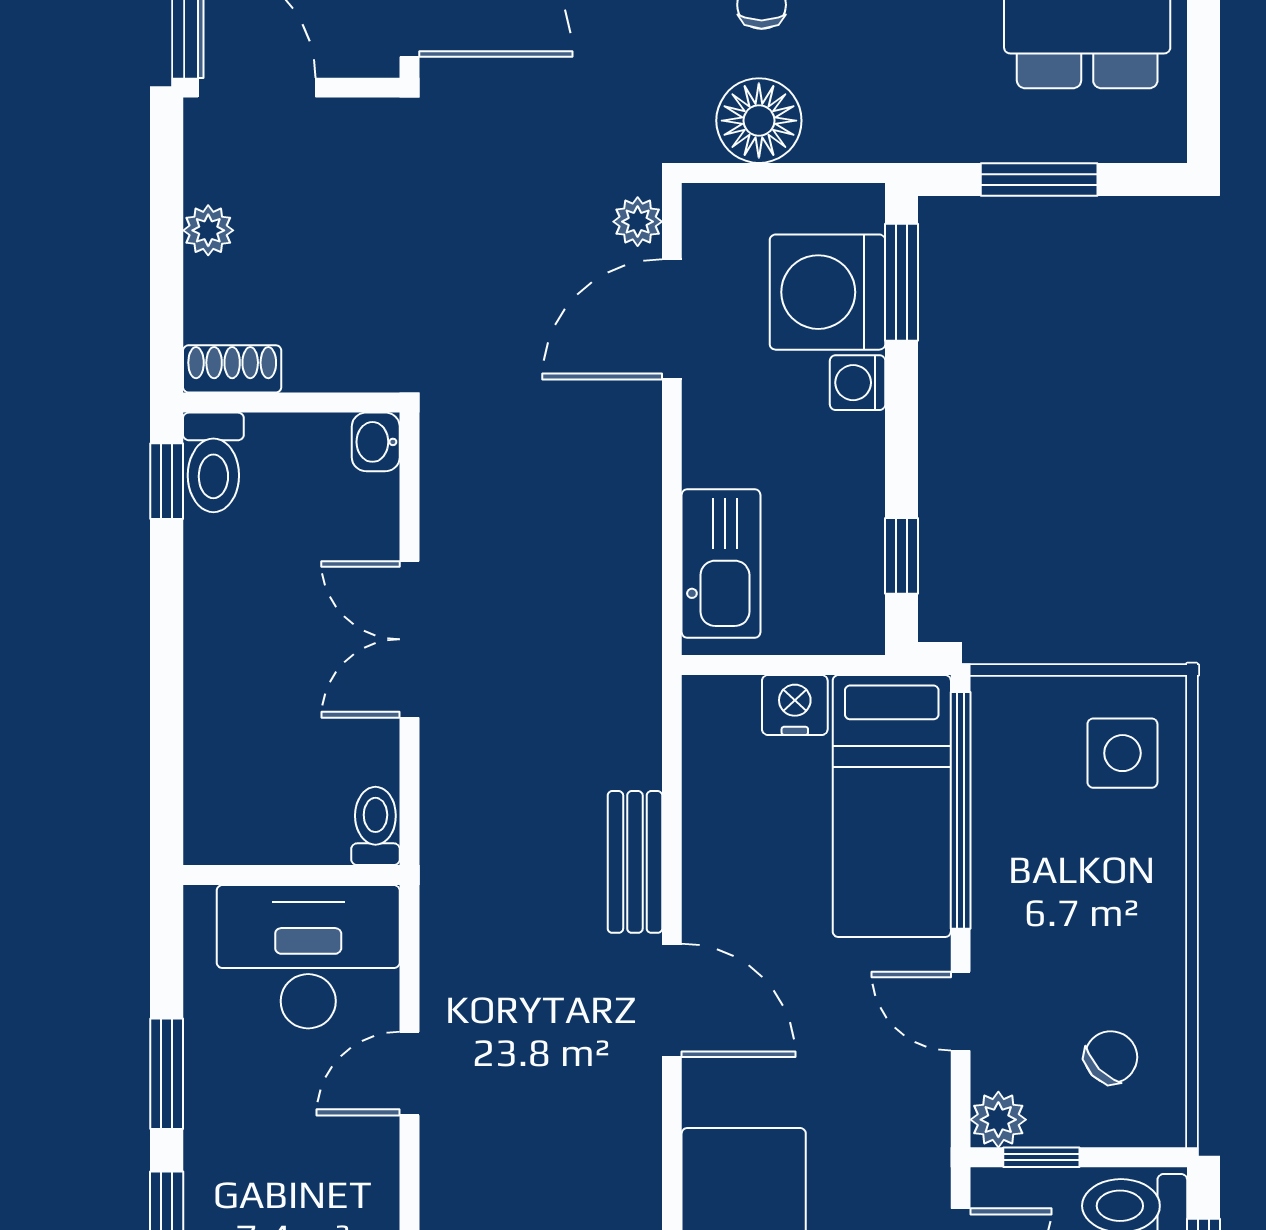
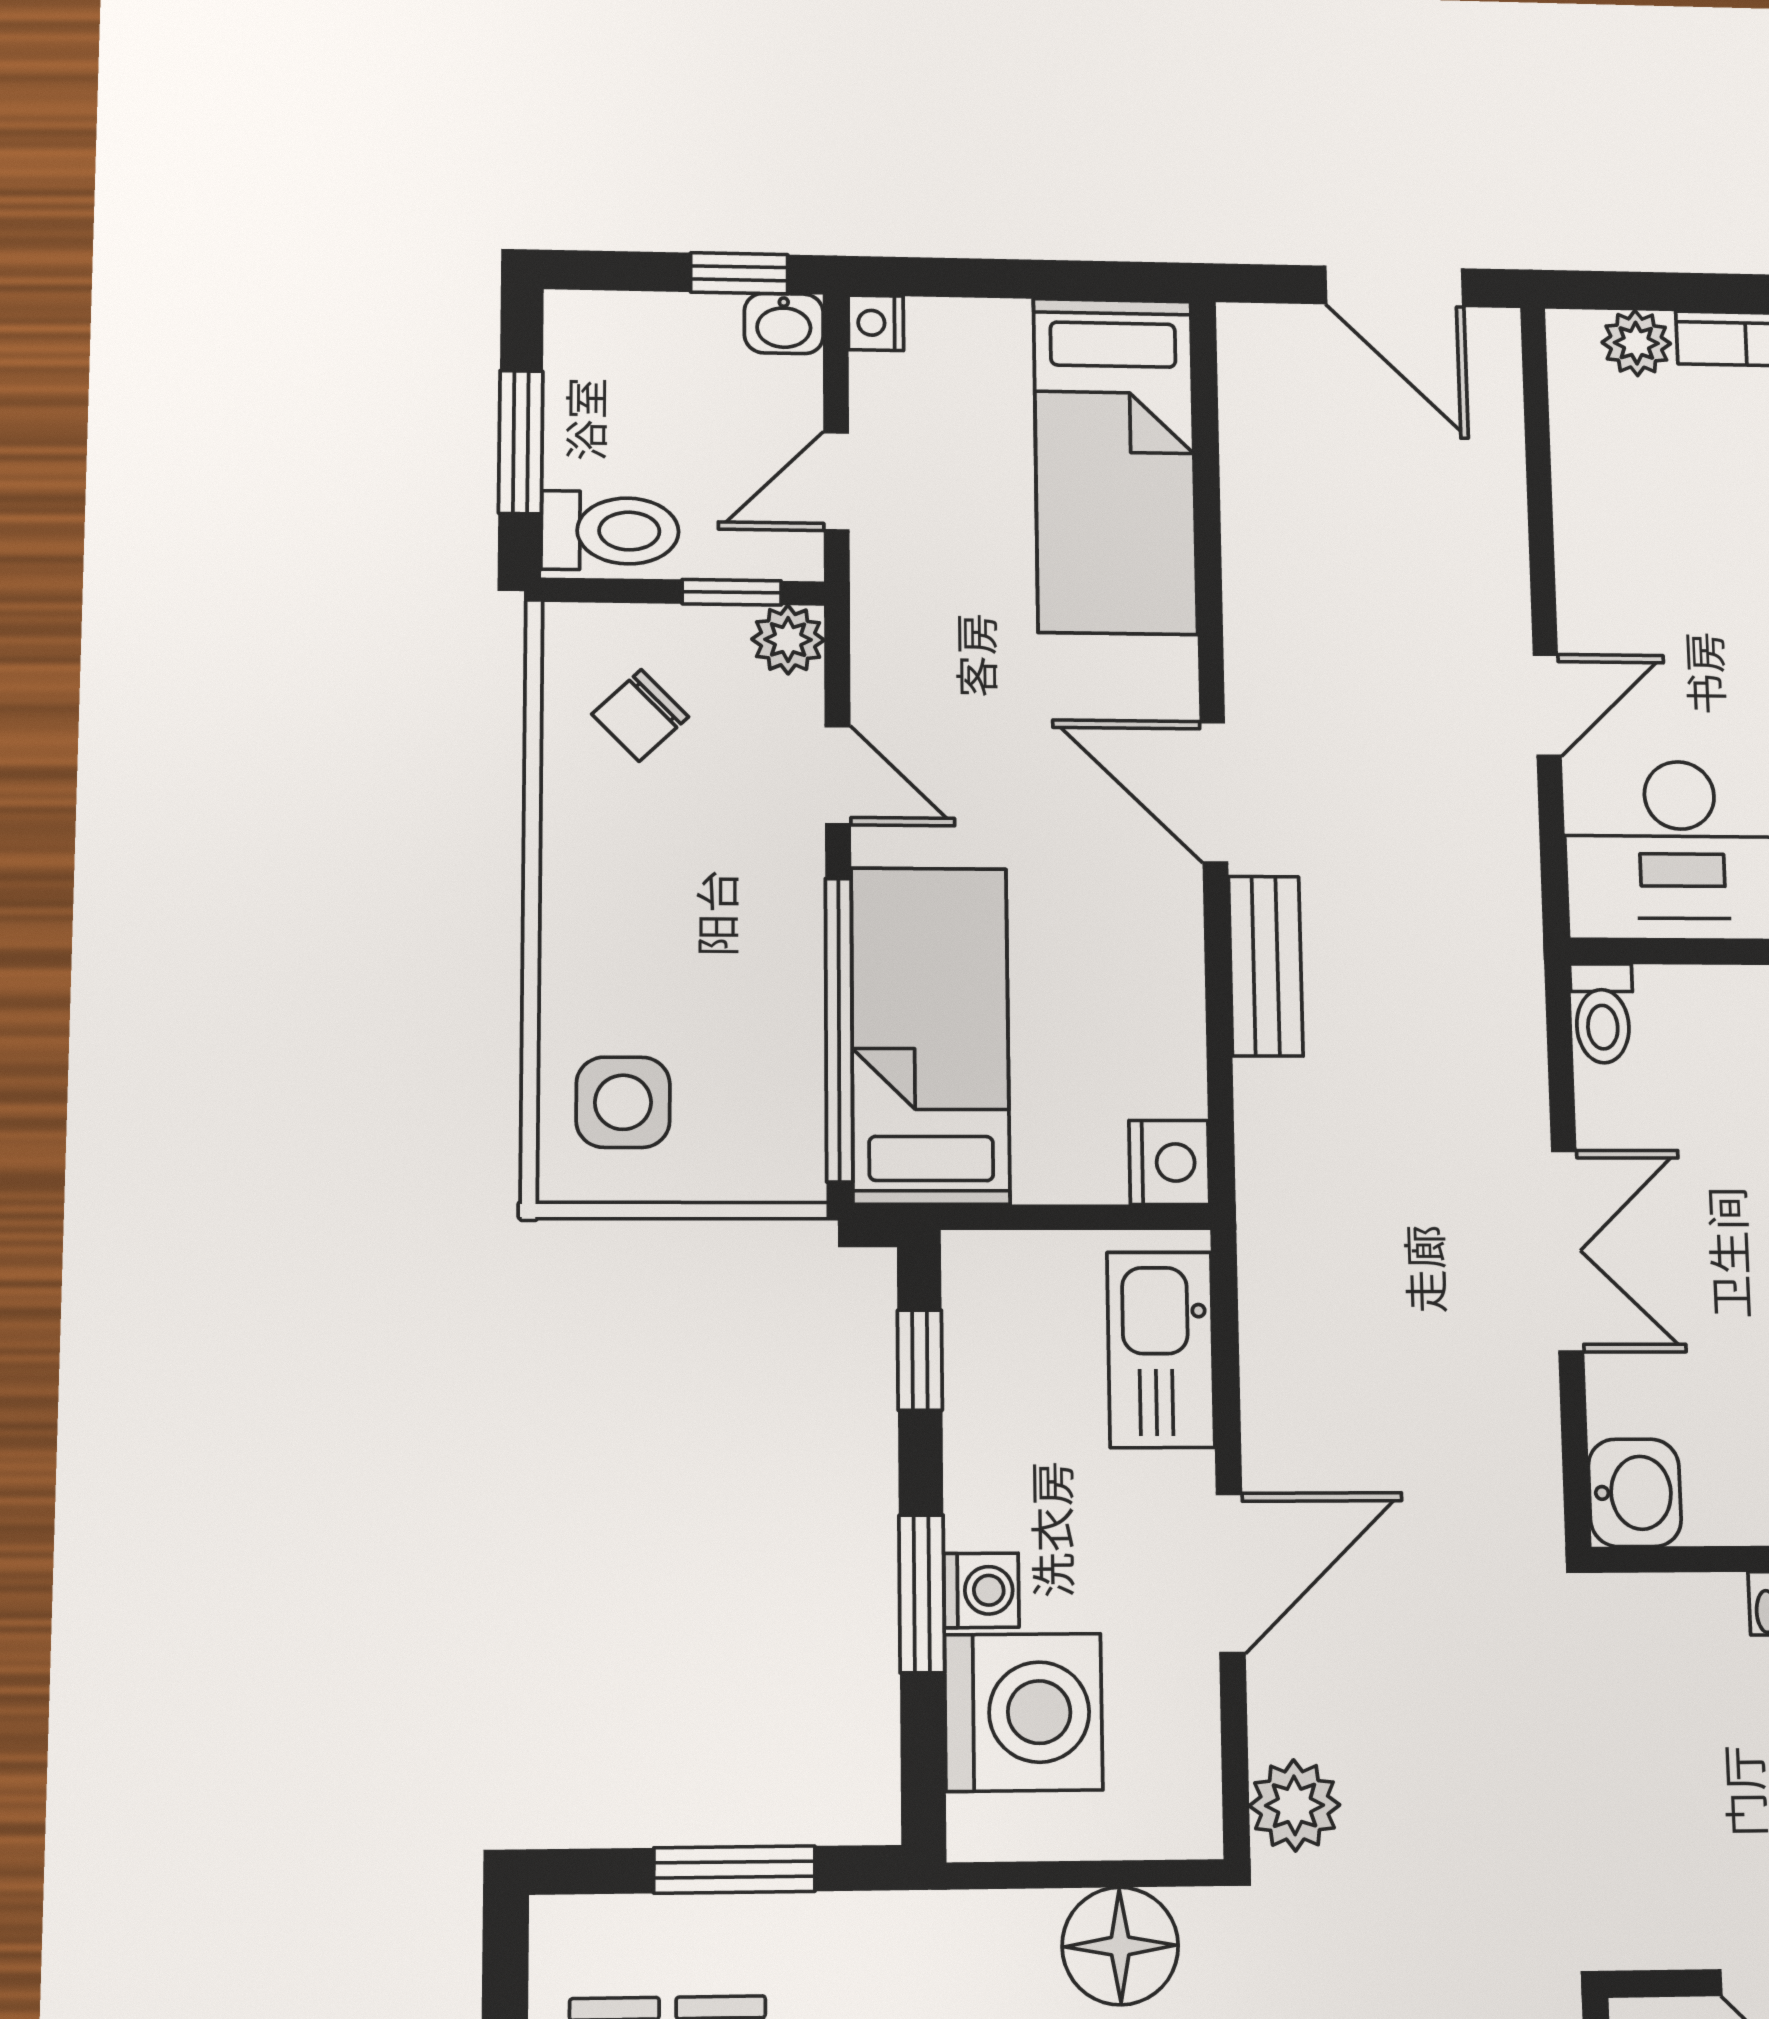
plant: (638, 222) -> (1294, 1805), width x1.38, depth x1.38
window: (902, 282) -> (922, 1594), moved
door: (672, 319) -> (1231, 1573), moved
washbasin: (376, 442) -> (1635, 1493), width x1.38, depth x1.45
nightstand: (795, 705) -> (1169, 1162), moved, turned -90

